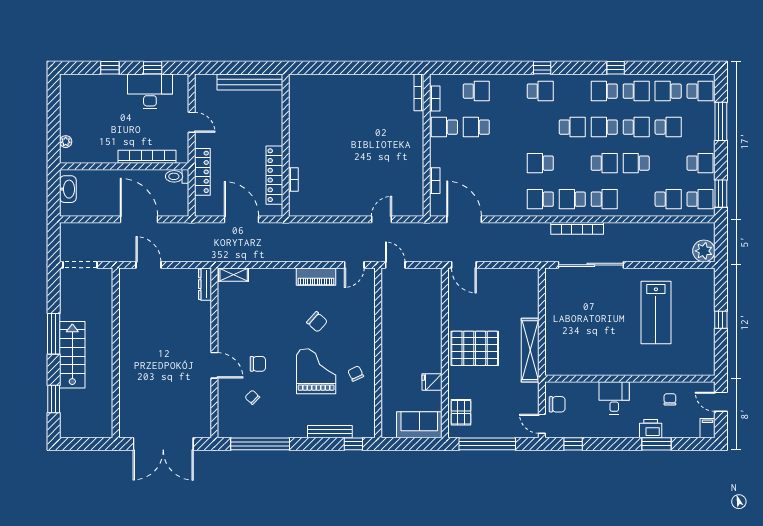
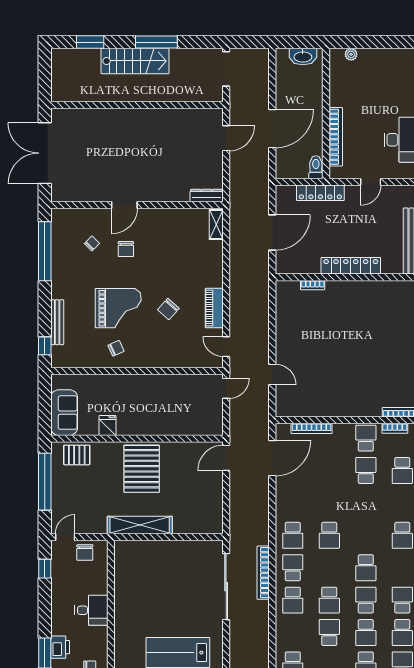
school desk: (540, 163) -> (329, 535), turned 180
locker: (274, 175) -> (351, 266), moved
bookcase: (435, 181) -> (312, 428), width x1.56
school desk: (540, 199) -> (293, 535), turned 180

